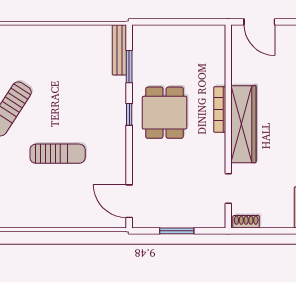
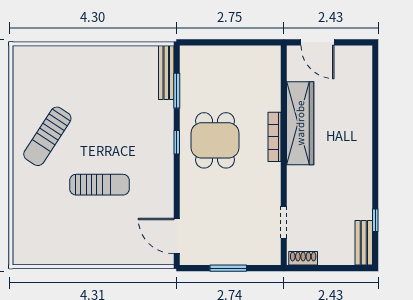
wardrobe: (243, 124) -> (300, 123), moved

